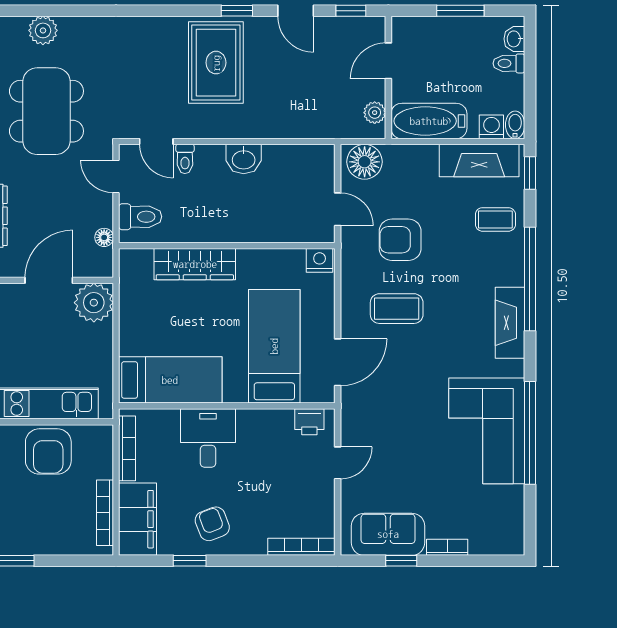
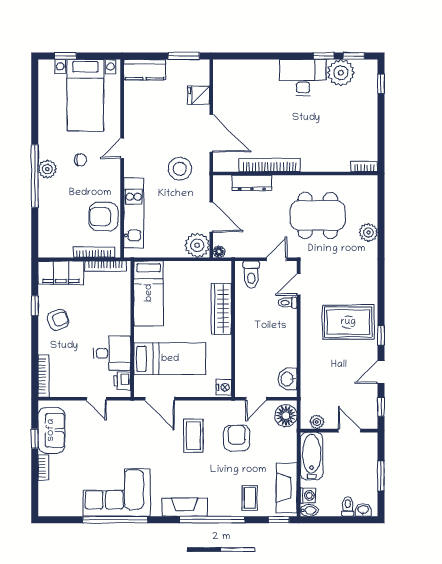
plant: (43, 30) -> (368, 232), moved
washbasin: (244, 159) -> (288, 379), moved
floor lamp: (104, 237) -> (219, 252), moved
desk: (208, 438) -> (112, 353), moved
bookcase: (105, 513) -> (94, 252), moved

